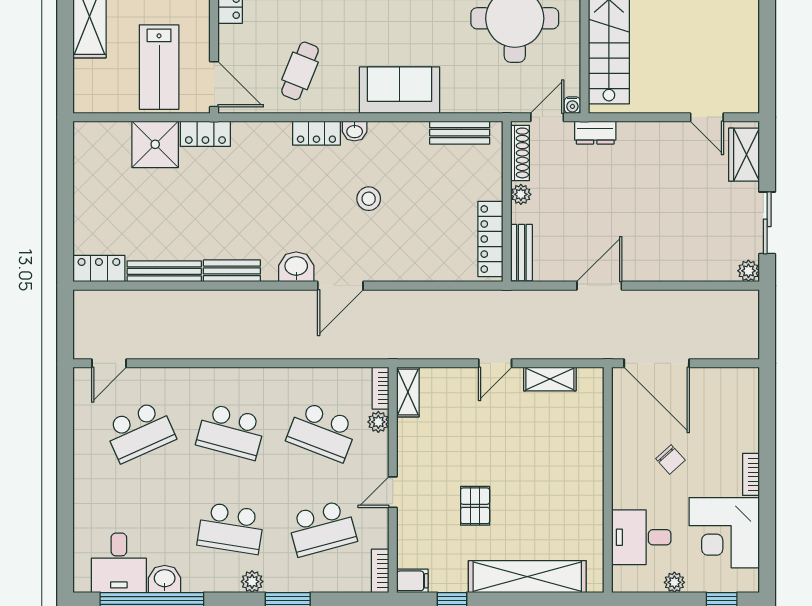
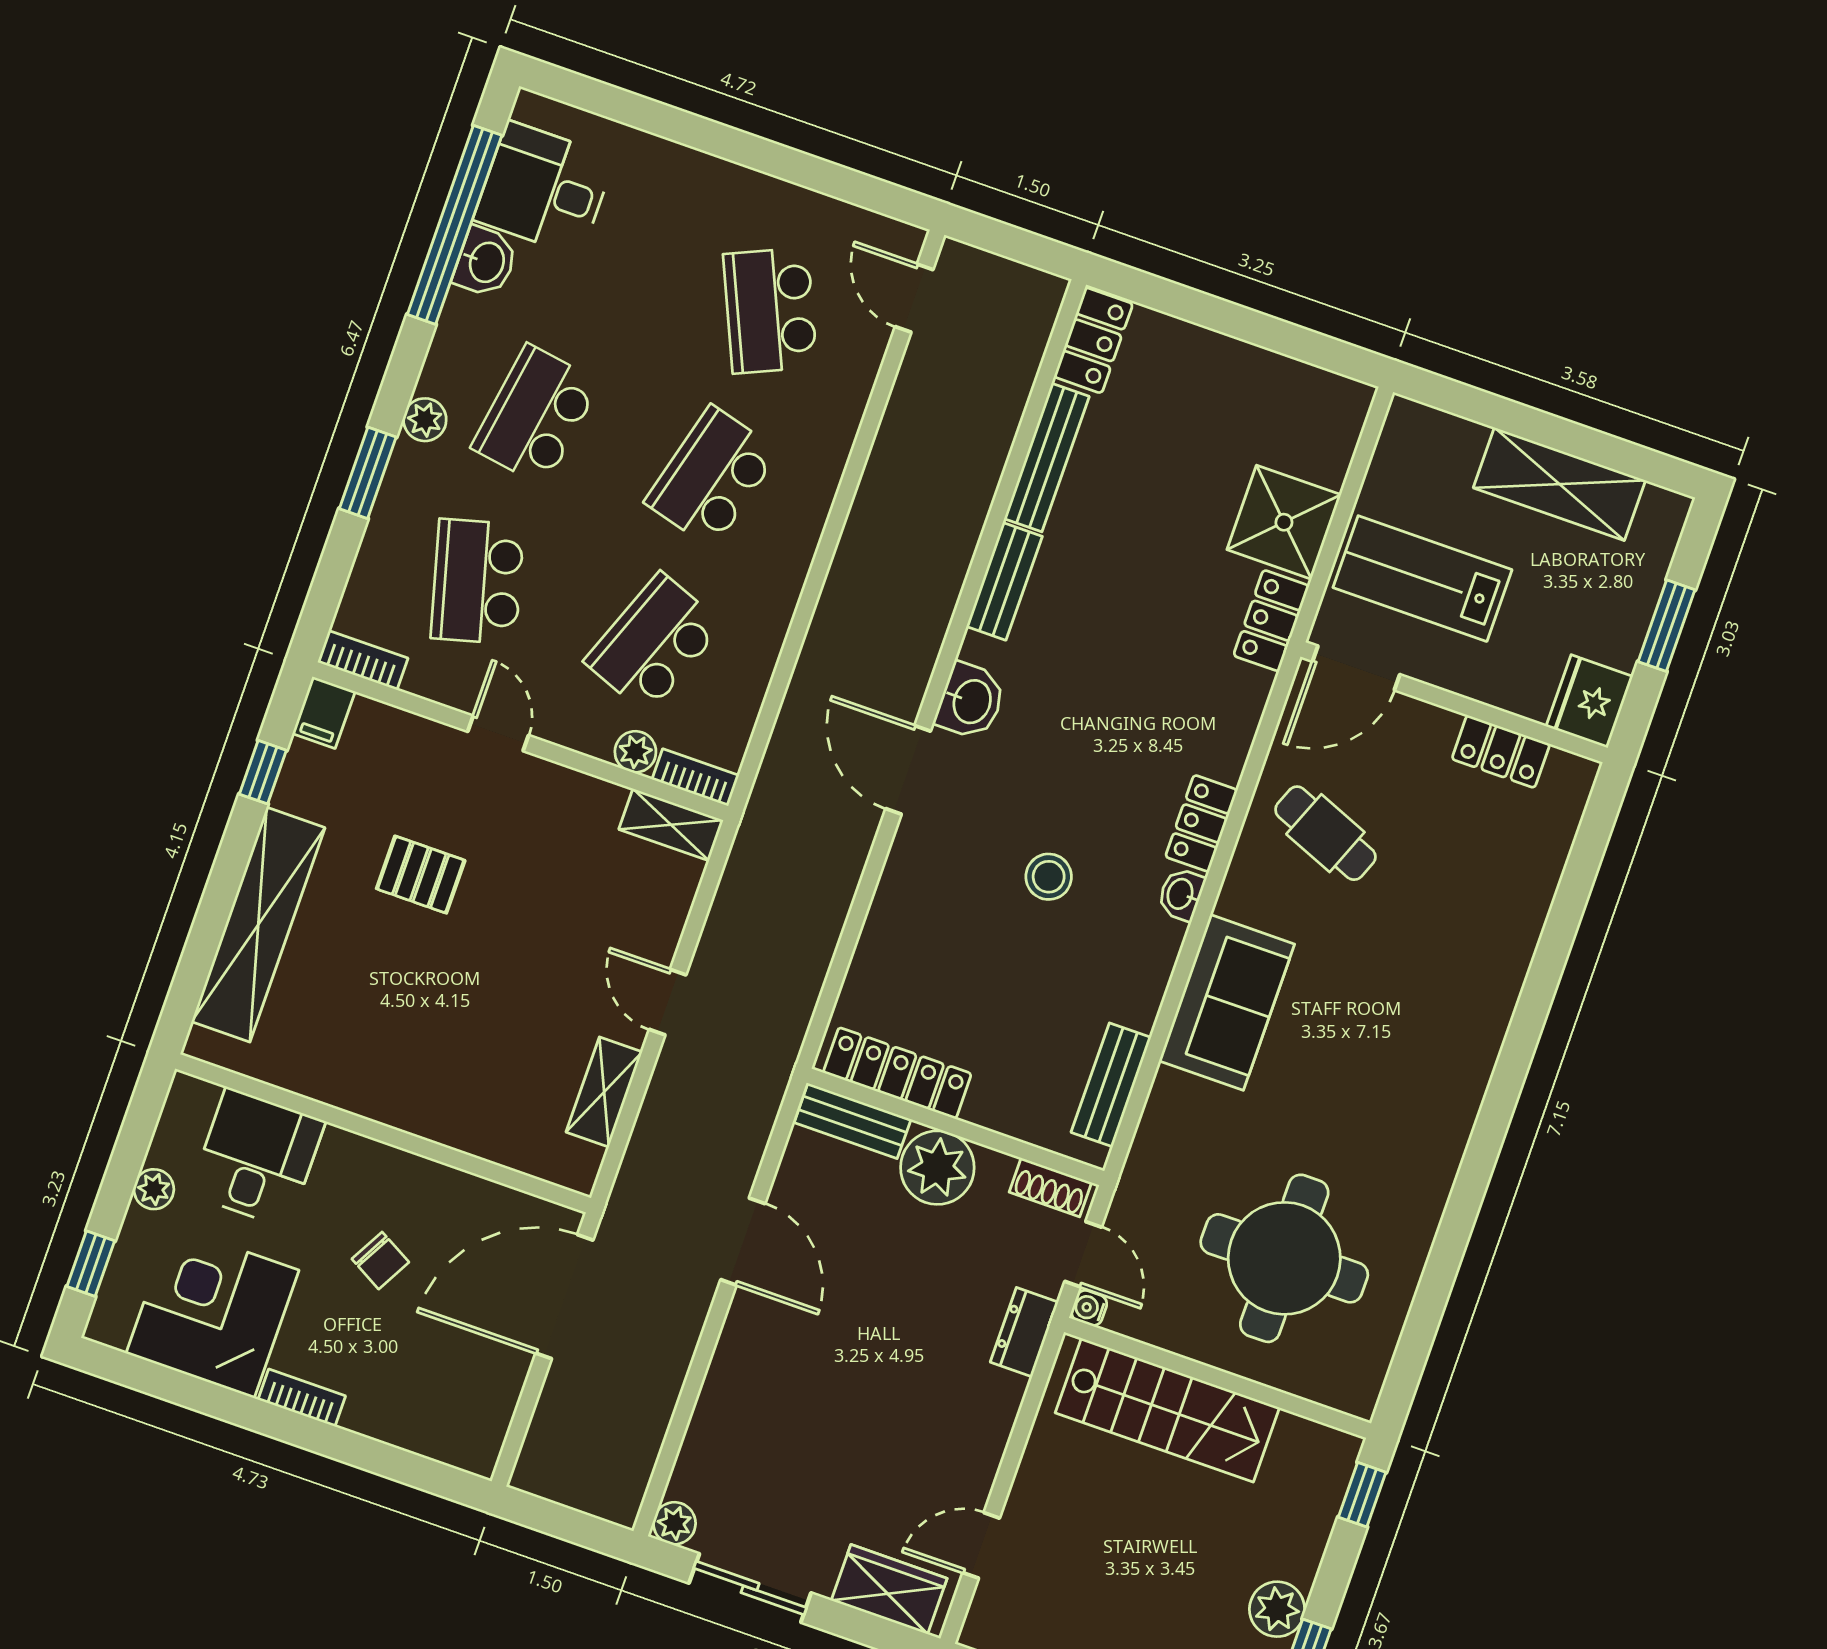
shoe rack: (520, 153) -> (1050, 1187), width x0.70
plant: (521, 194) -> (937, 1168), width x1.87, depth x1.87
chair: (670, 459) -> (380, 1261), turned -109

